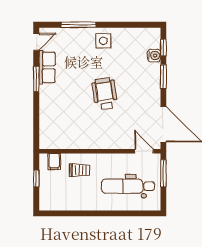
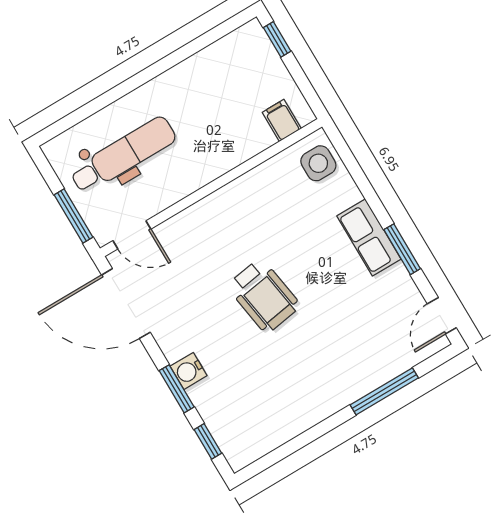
side table: (103, 41) -> (318, 163), moved
water cooler: (154, 56) -> (189, 371), moved
row of seats: (47, 67) -> (369, 237), moved
trolley: (80, 170) -> (227, 132), removed
window: (36, 179) -> (277, 39), moved

